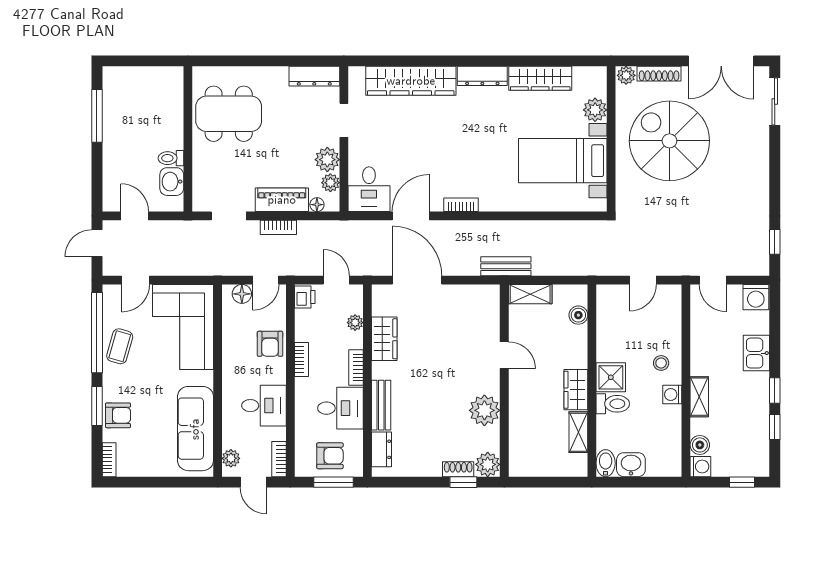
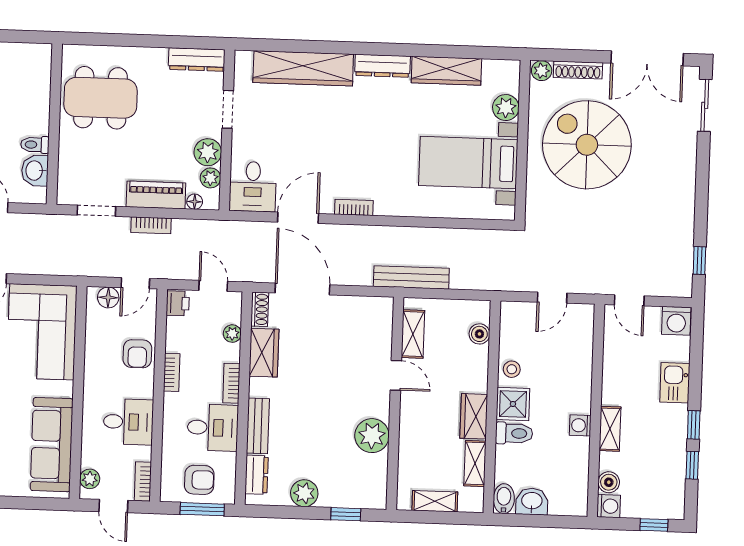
bench: (506, 266) -> (411, 277), width x1.36
shelving: (530, 294) -> (413, 334), moved, turned 90
stool: (661, 363) -> (512, 369), moved
plant: (488, 464) -> (304, 493), moved
shelving: (543, 468) -> (435, 501), added
shoe rack: (458, 469) -> (260, 309), moved, turned 90

